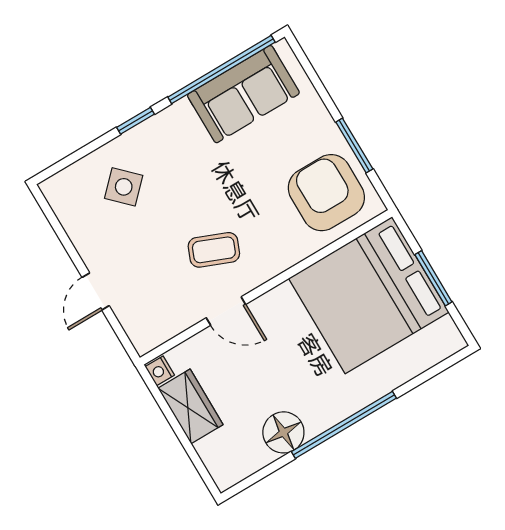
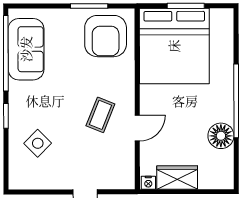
armchair: (326, 193) -> (106, 36), turned -90

